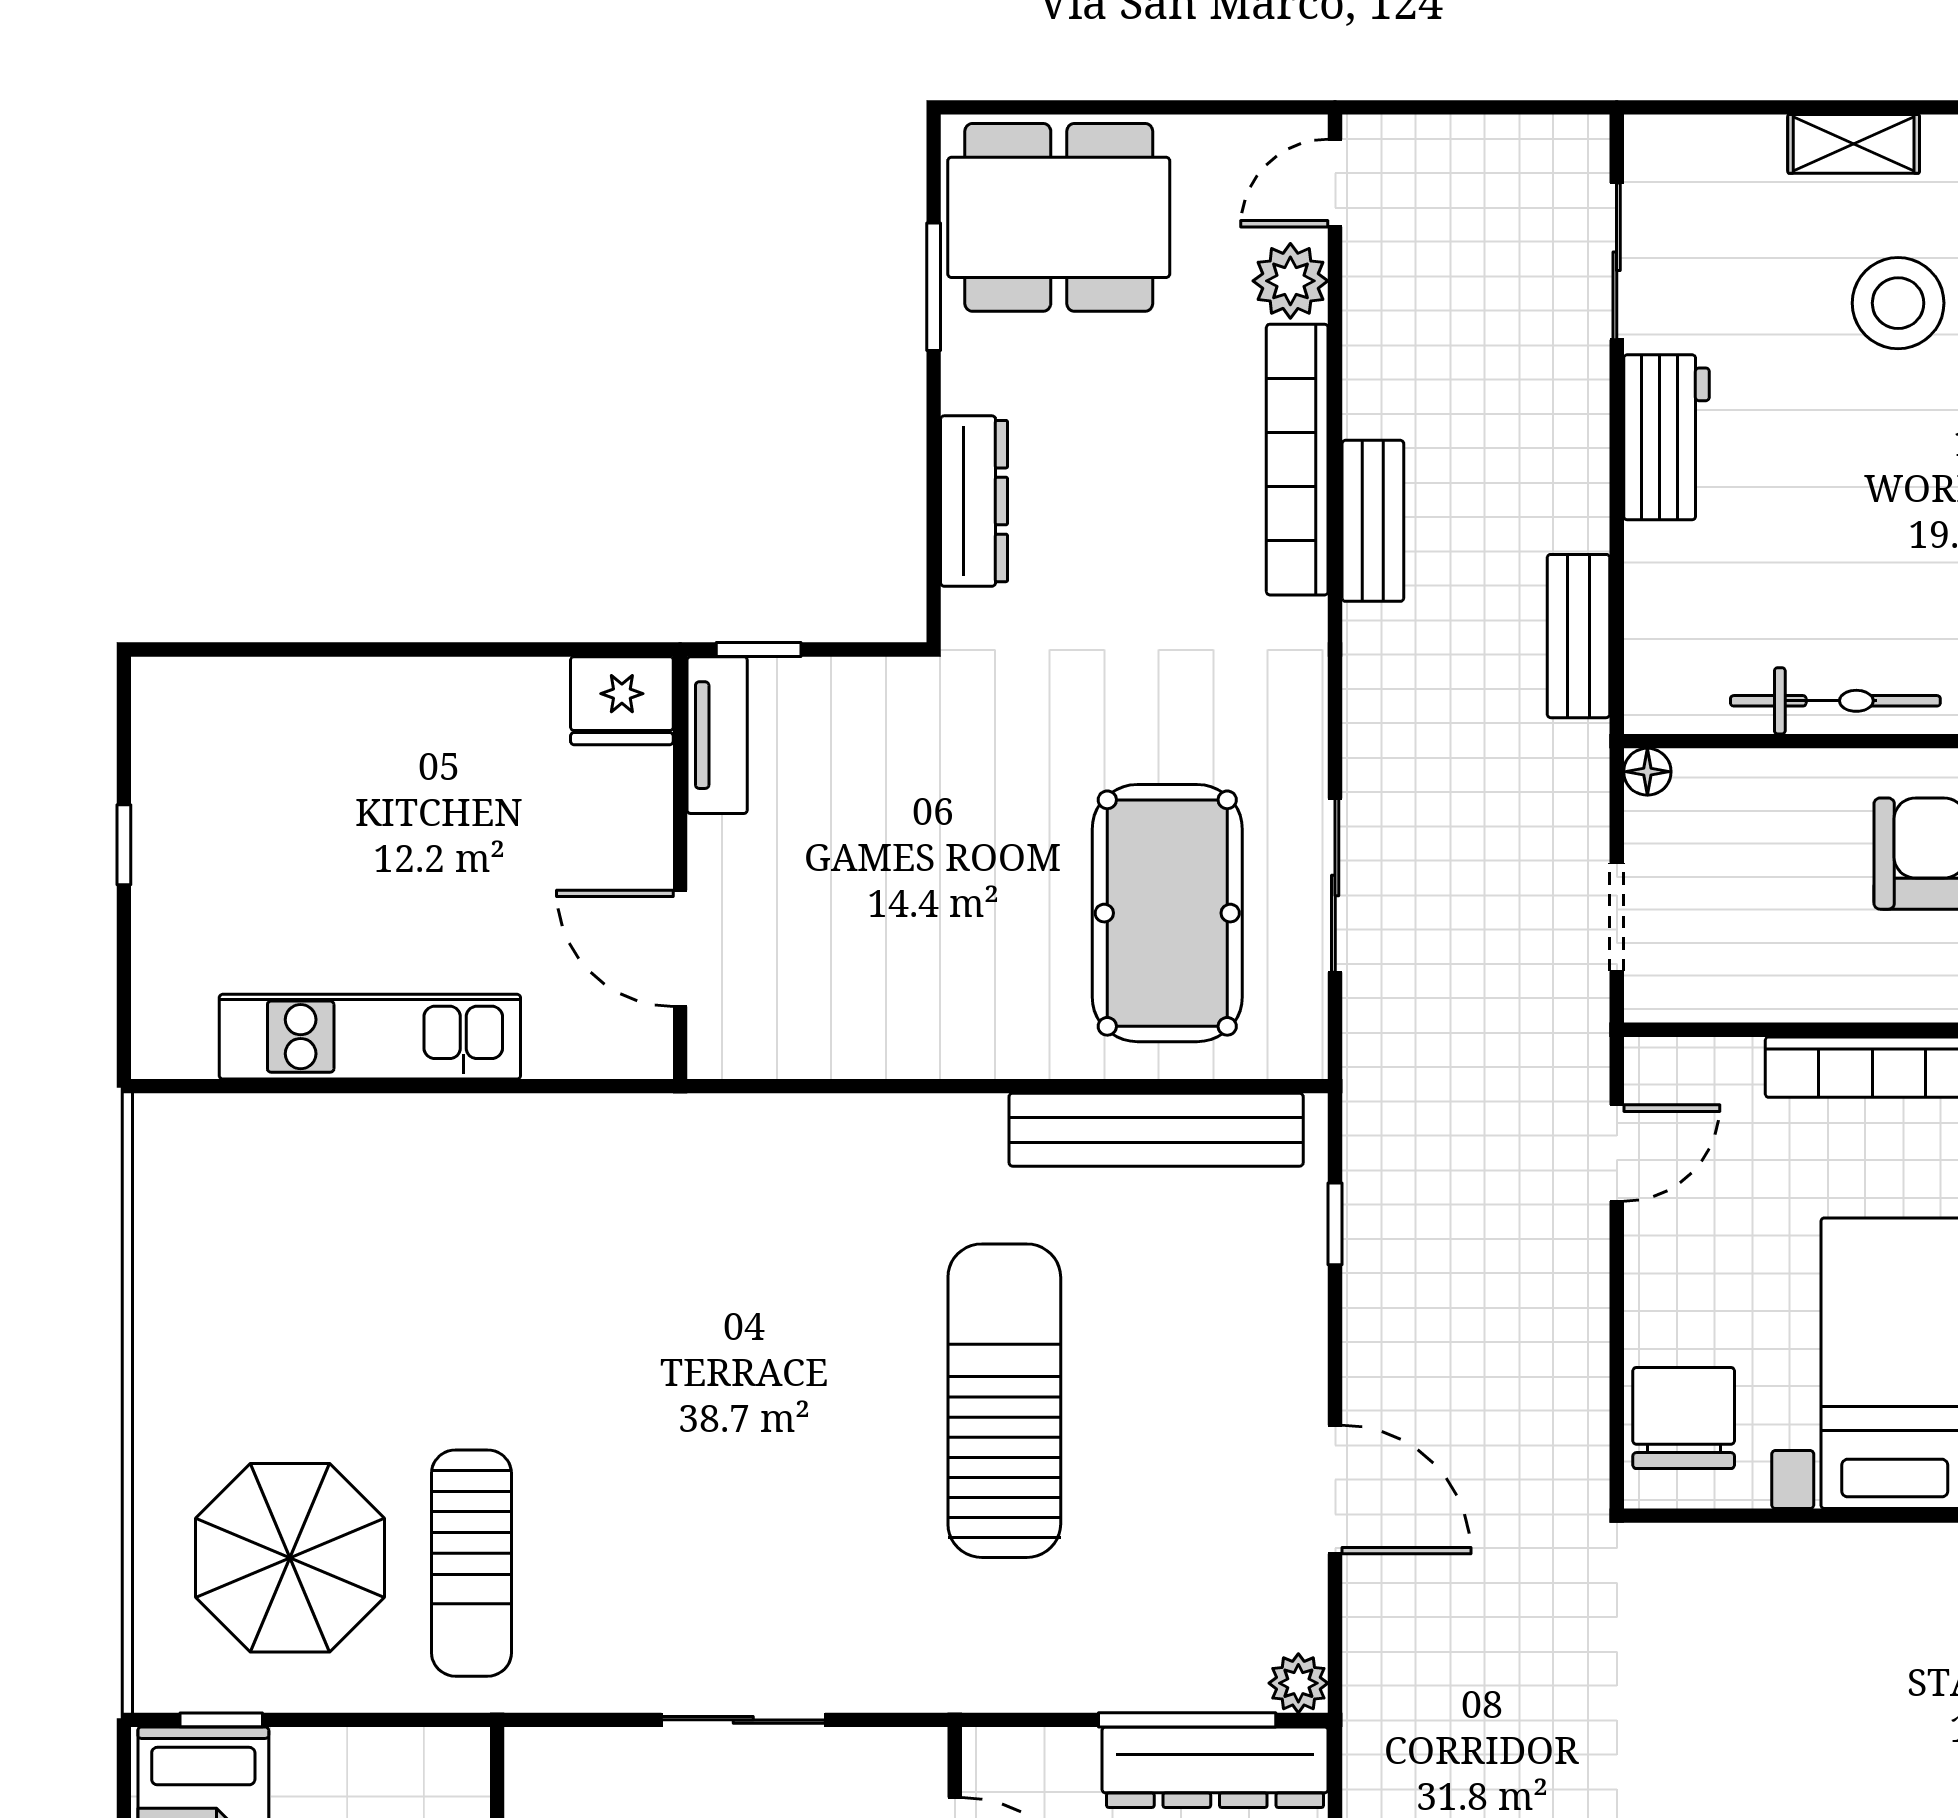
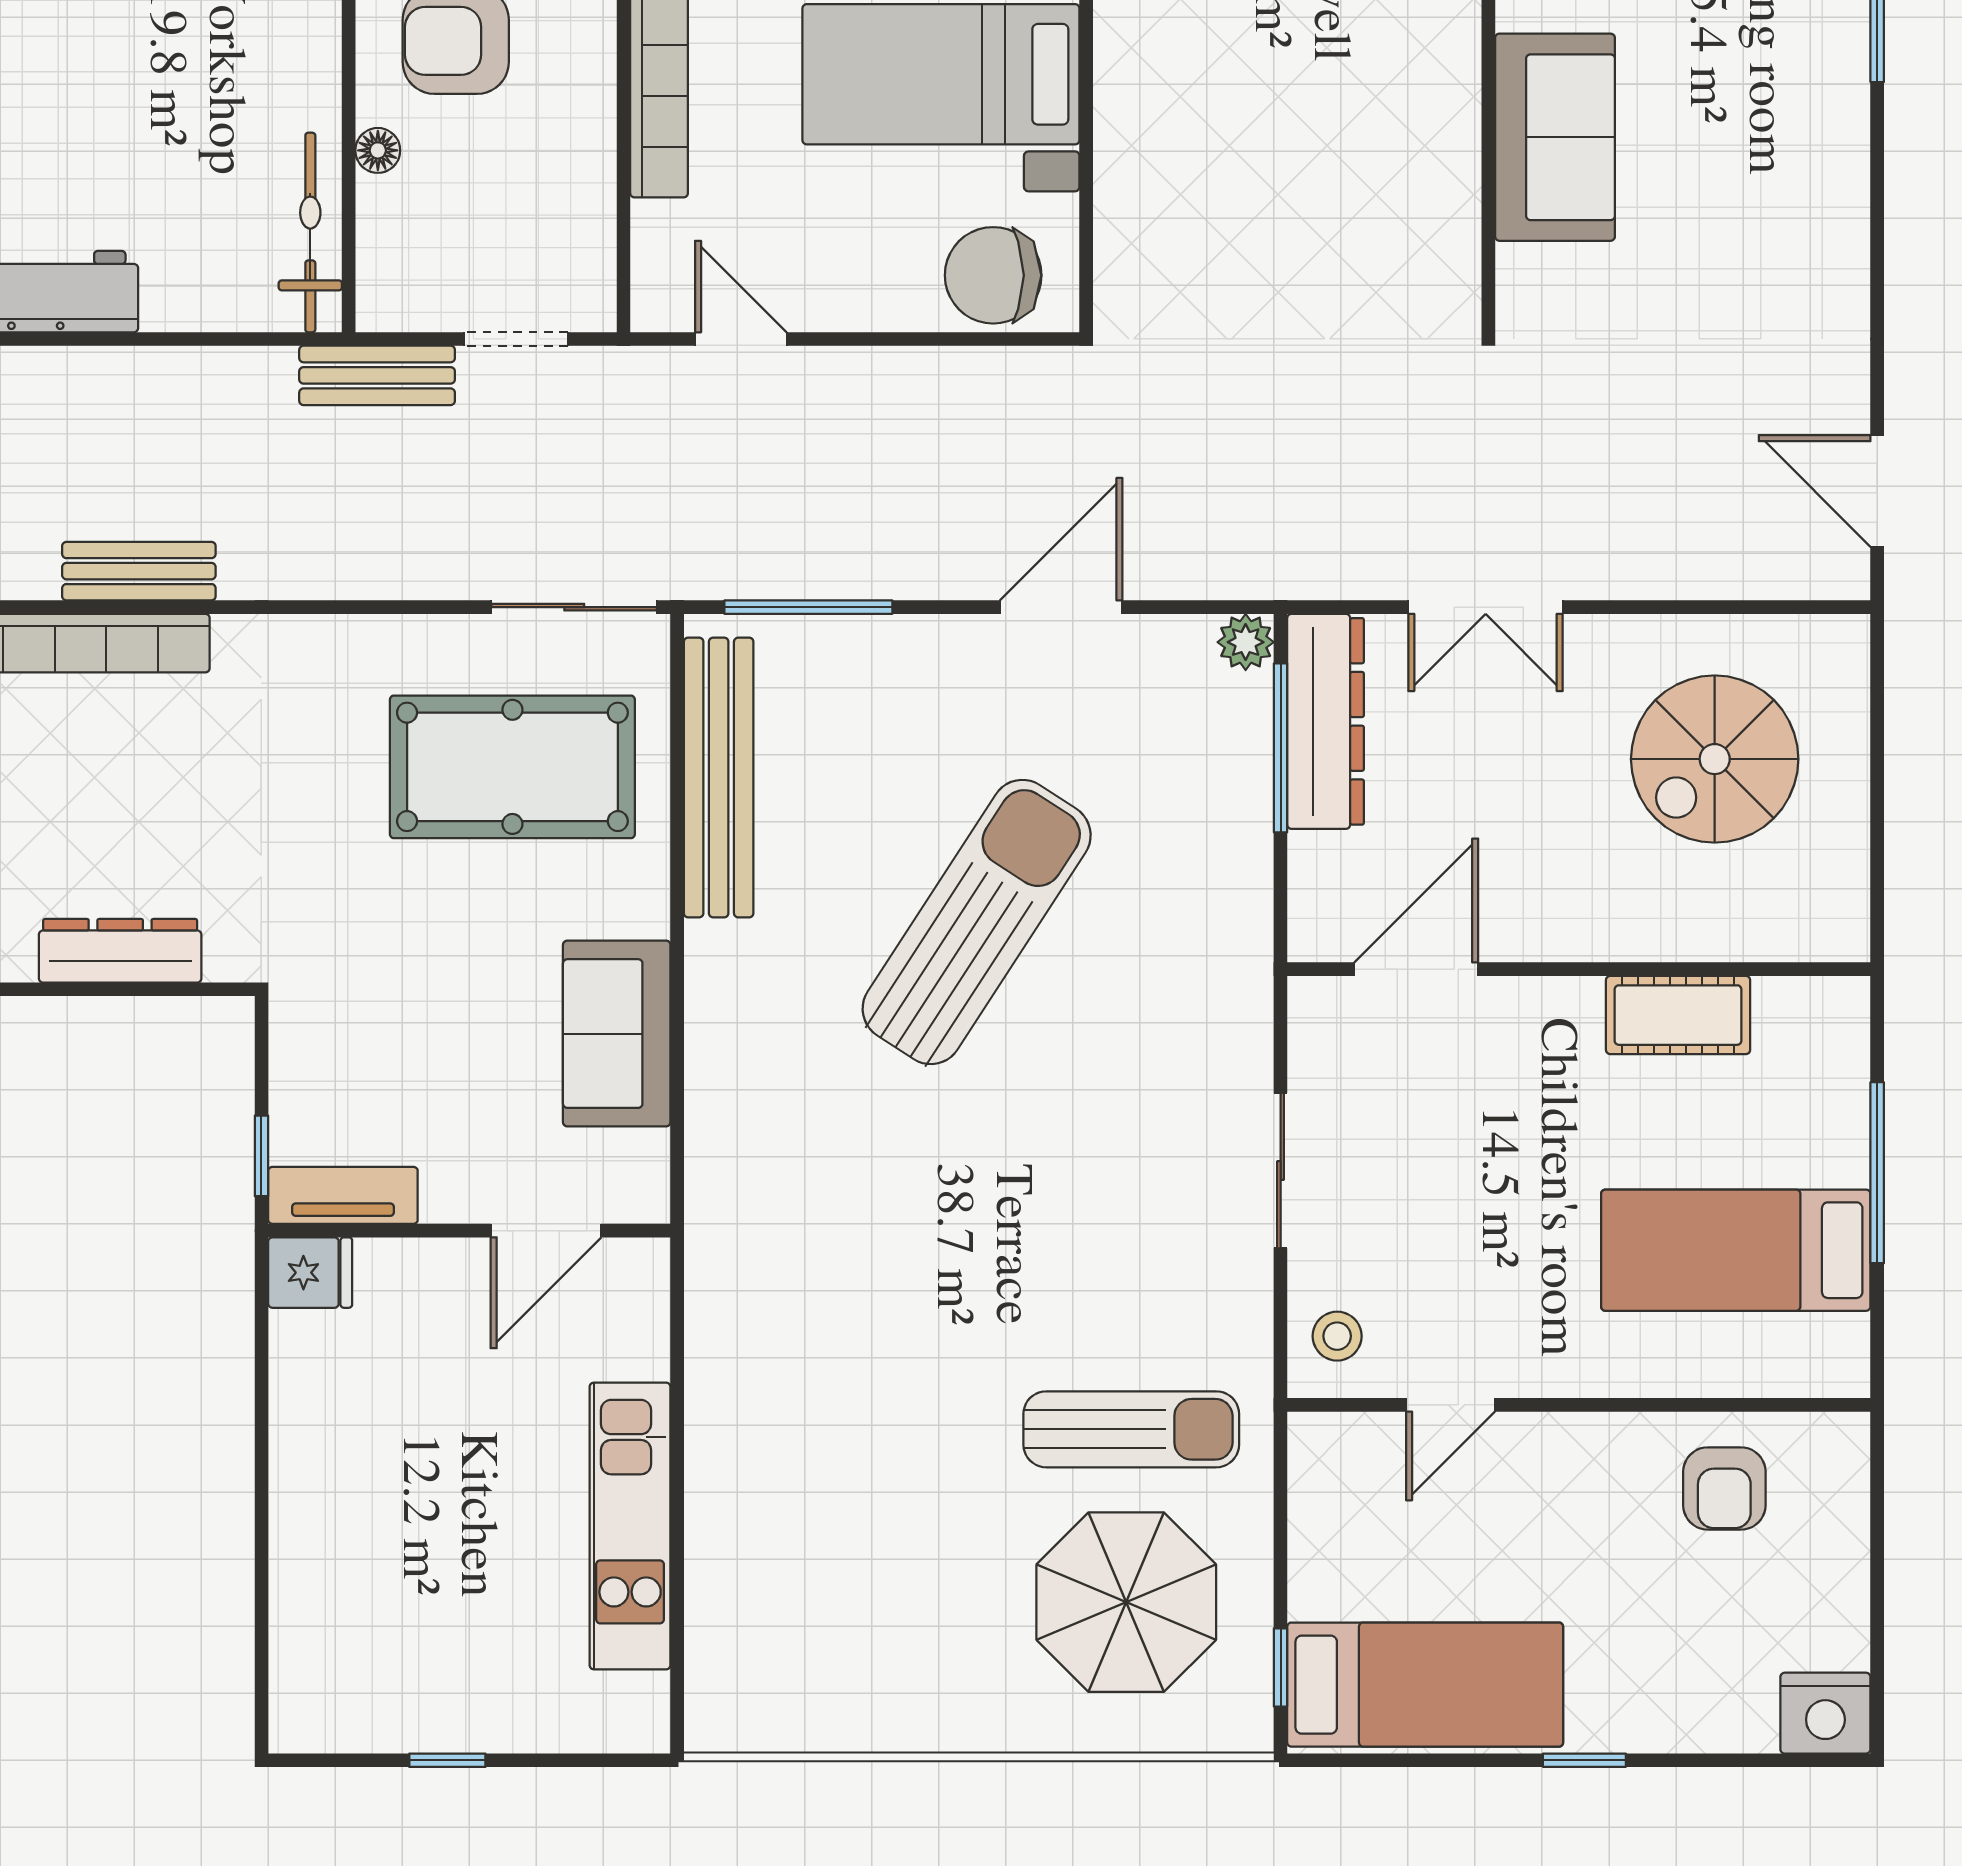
bench: (1578, 636) -> (377, 375), moved
fridge: (622, 701) -> (310, 1273), width x0.72
bicycle: (1835, 701) -> (310, 232), moved
floor lamp: (1647, 772) -> (378, 150), moved
sliding door: (1335, 885) -> (574, 607), moved
sofa: (887, 1023) -> (617, 1034), added
window: (1335, 1224) -> (808, 607), width x2.17
sun lounger: (1004, 1401) -> (977, 922), turned 123
stool: (569, 1779) -> (1337, 1336), added

